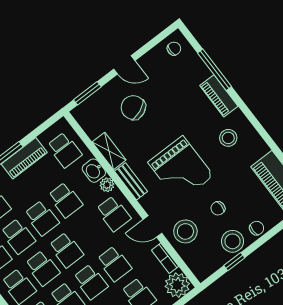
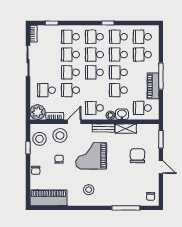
door: (124, 65) -> (161, 167), swing flipped
piano: (219, 96) -> (112, 200), removed
chair: (133, 108) -> (137, 156), turned -67
stool: (232, 241) -> (40, 139), moved

